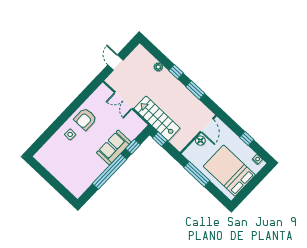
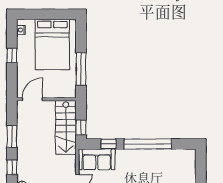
stairs: (157, 118) -> (66, 127), moved
floor lamp: (200, 141) -> (50, 92), removed
sofa: (114, 147) -> (97, 159), moved

